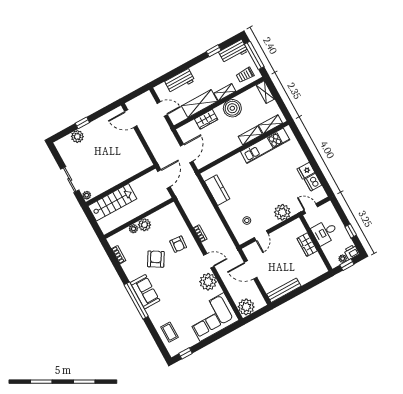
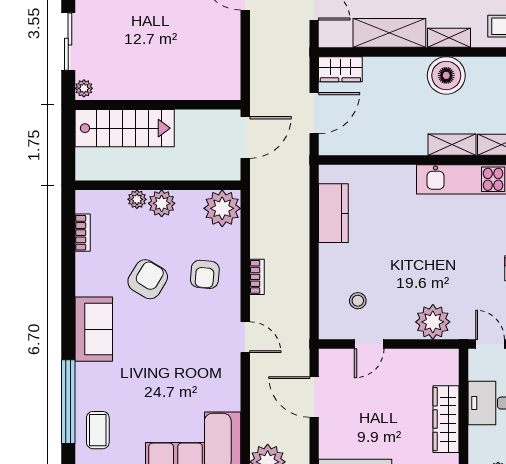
wardrobe: (206, 119) -> (340, 69), moved
wardrobe: (307, 245) -> (446, 419), width x1.50
plant: (208, 282) -> (222, 208), moved
window: (136, 301) -> (68, 402), moved

